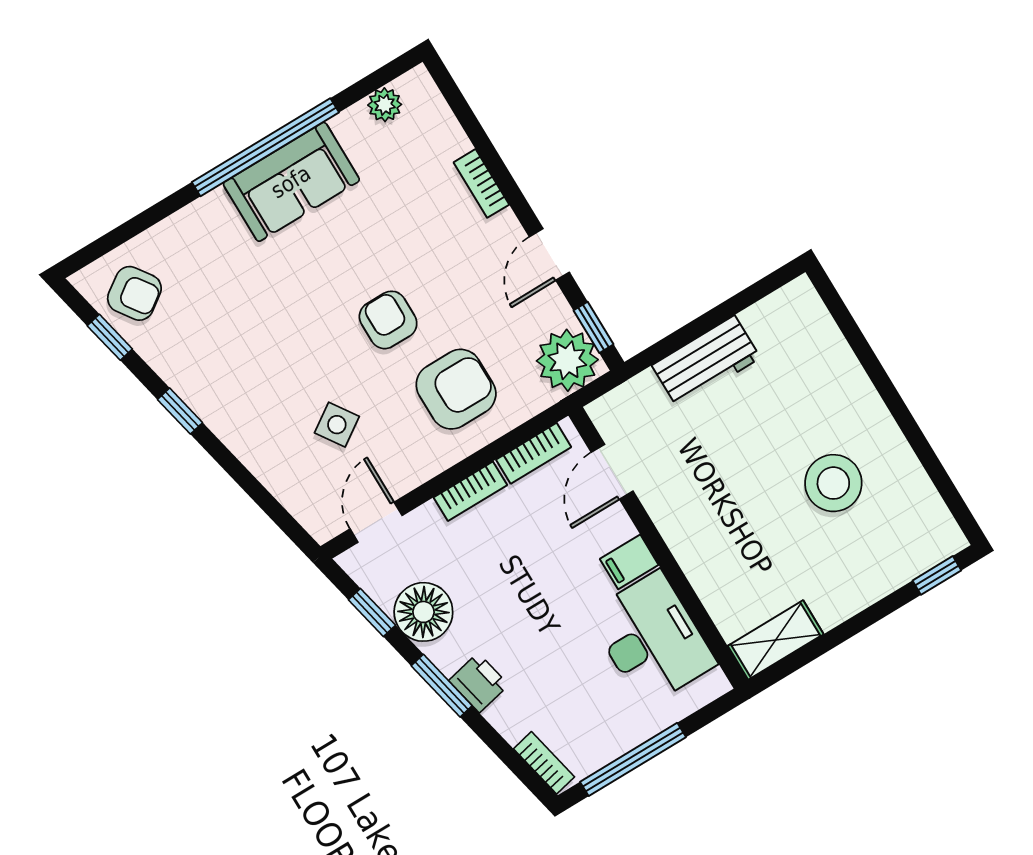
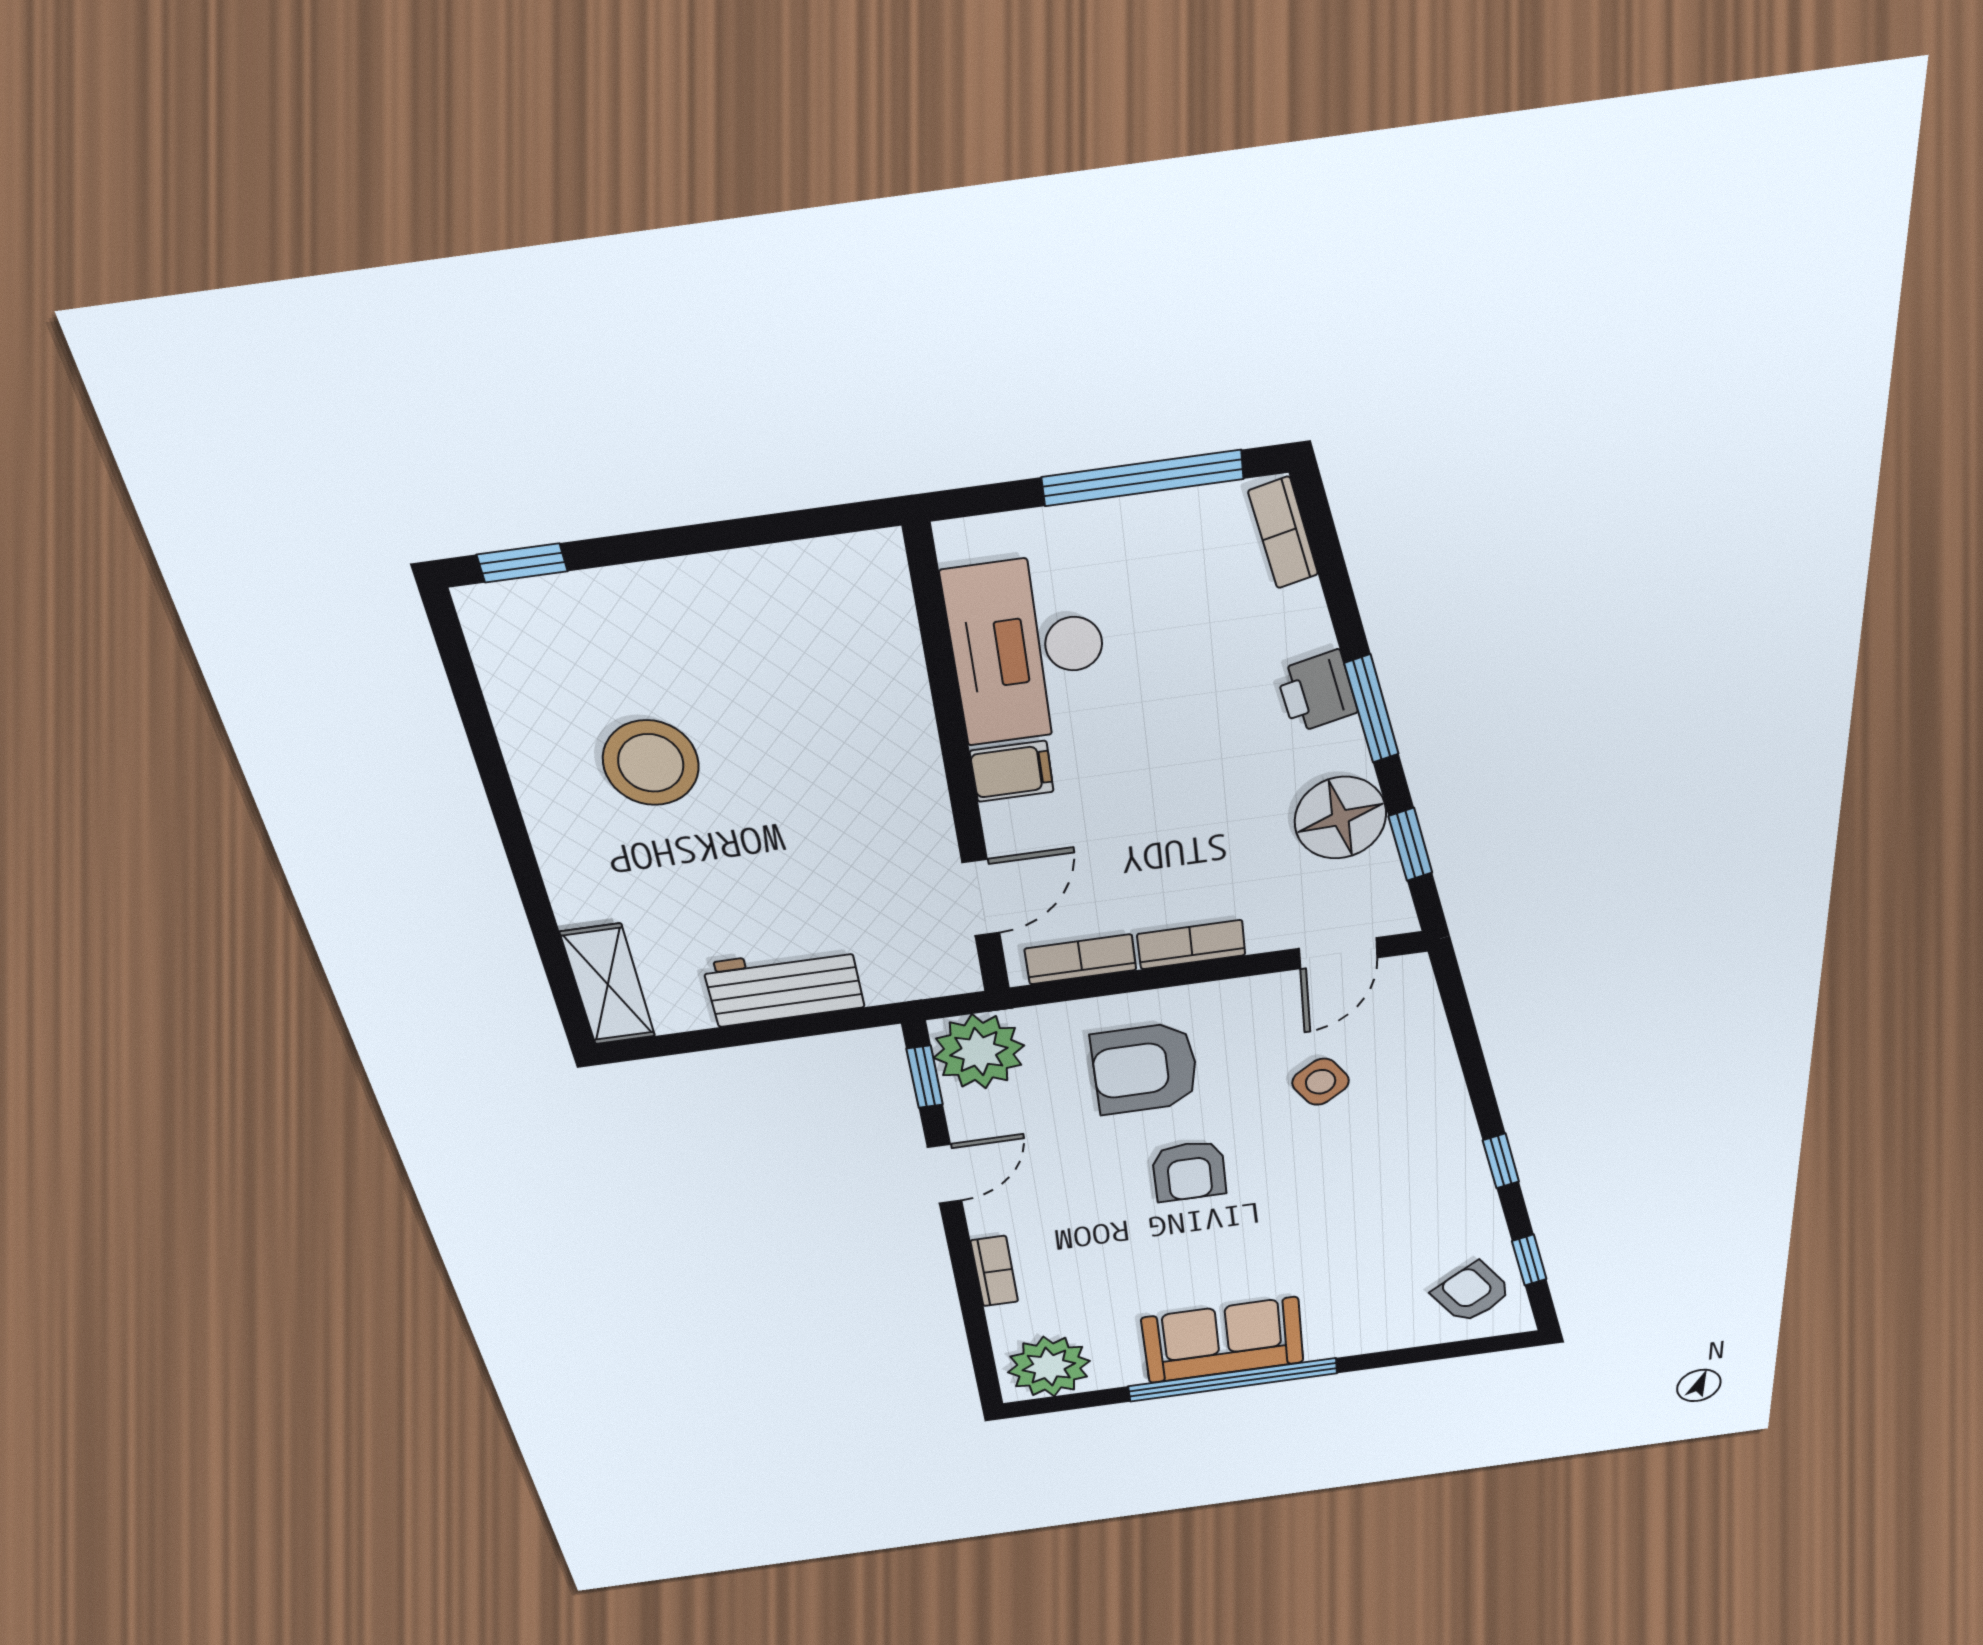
plant: (385, 105) -> (1049, 1367), width x1.88, depth x1.88
shelving: (776, 640) -> (608, 985), moved, turned 90

